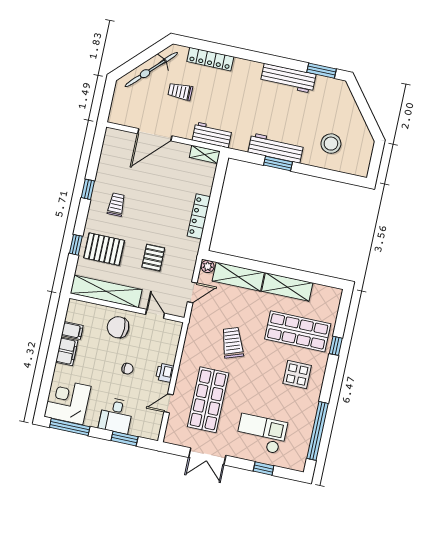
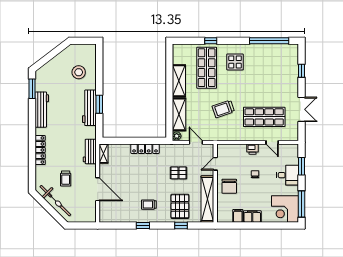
locker: (210, 59) -> (40, 150), moved
checkout: (261, 434) -> (279, 77), removed

